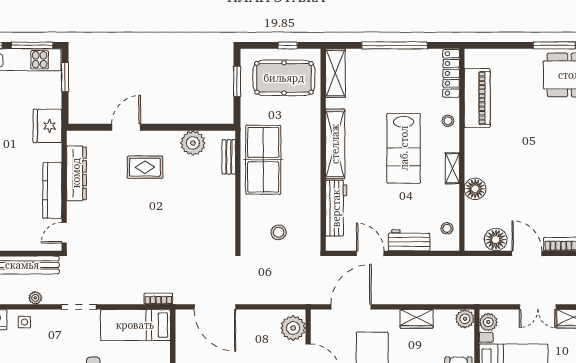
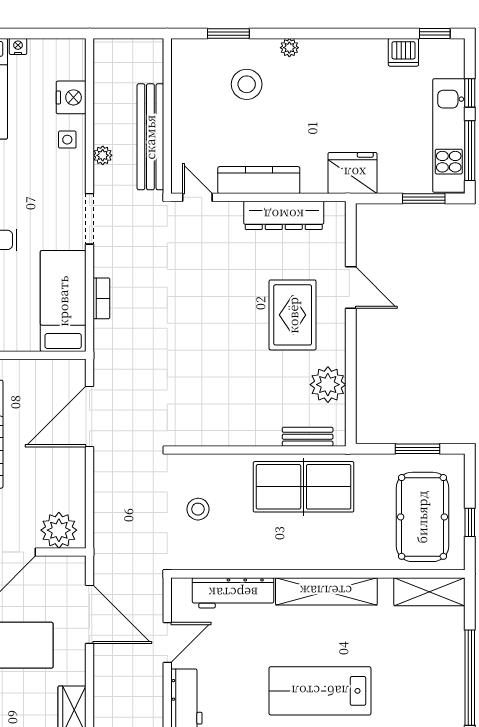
rug: (145, 167) -> (293, 315), width x1.36, depth x1.43
bookcase: (158, 299) -> (101, 298), moved

